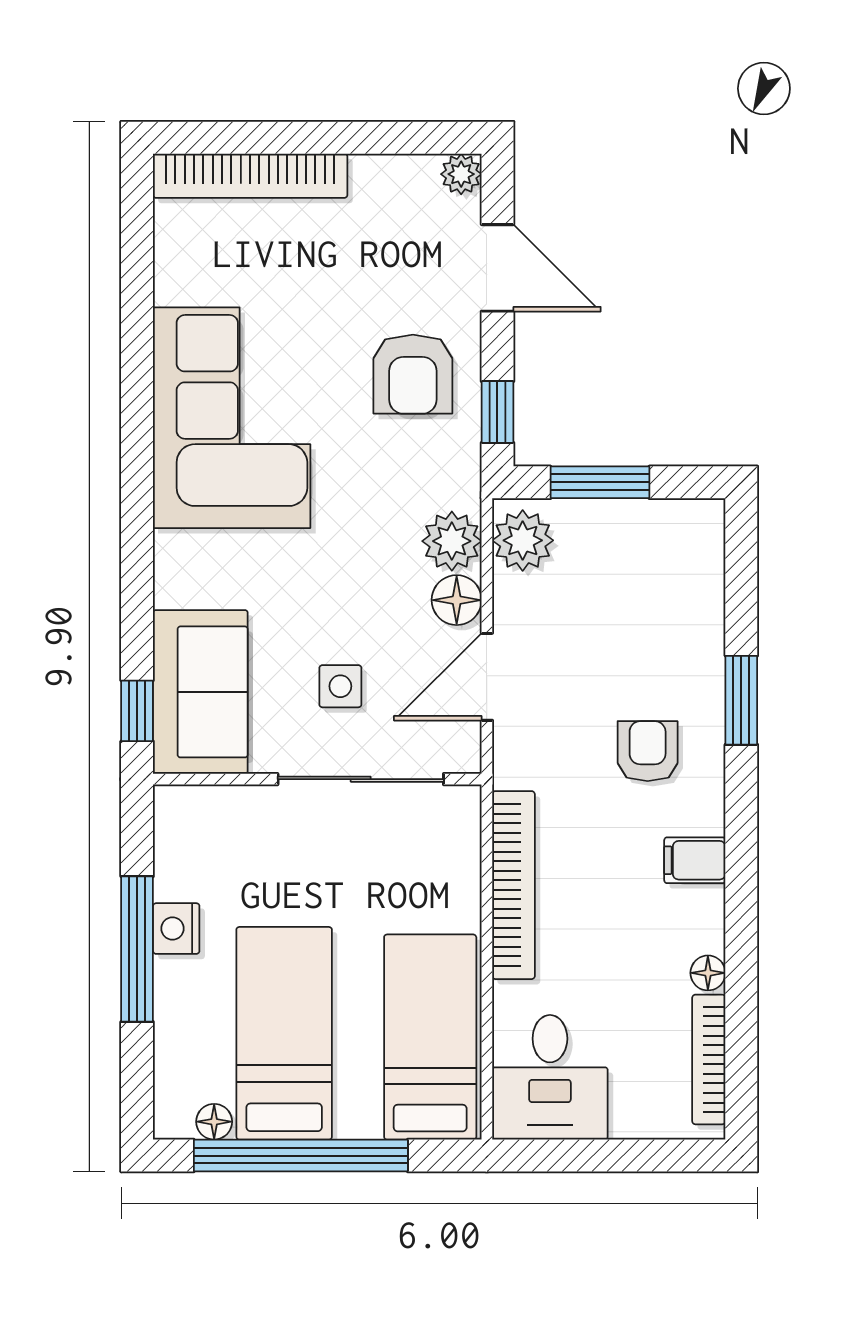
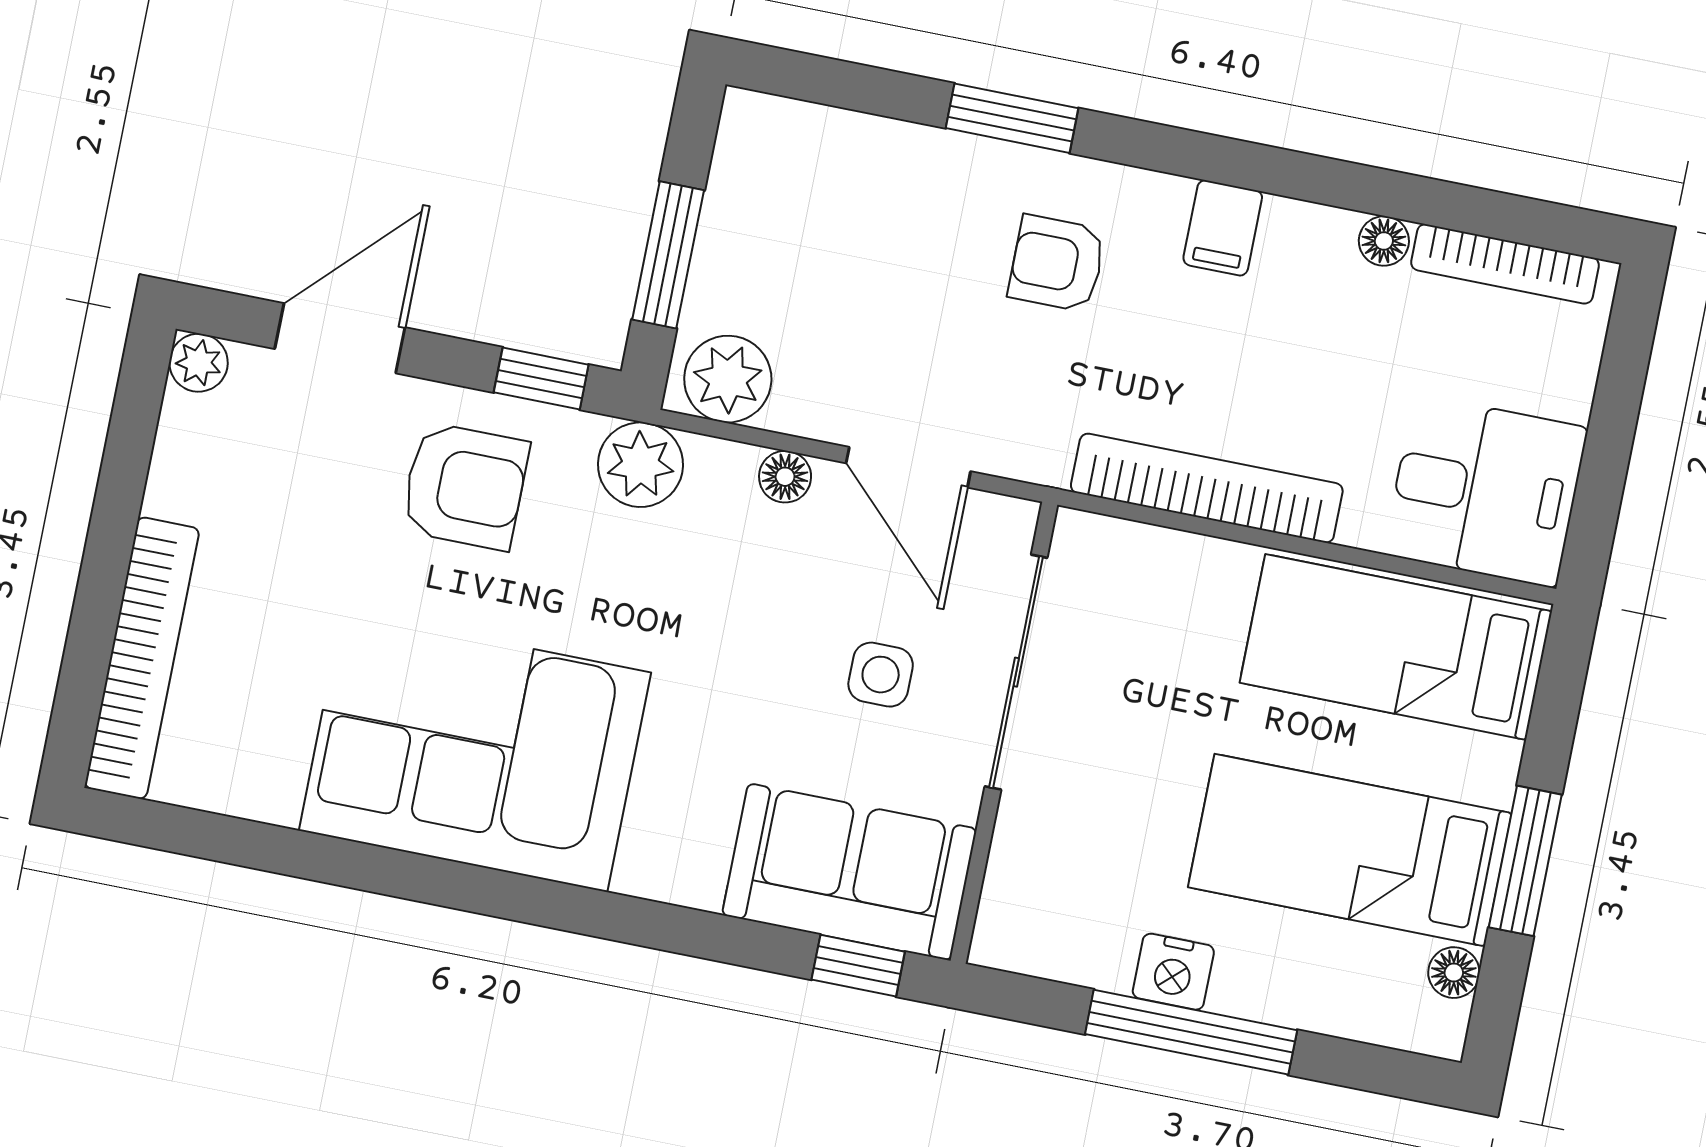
plant: (452, 541) -> (640, 465), moved
floor lamp: (457, 600) -> (785, 477), width x0.73, depth x0.73
window: (301, 1156) -> (1525, 861), width x0.47

